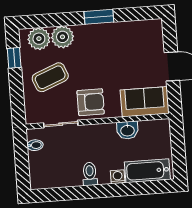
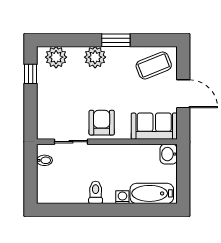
plant: (62, 37) -> (95, 57), moved
coffee table: (50, 77) -> (154, 65), moved
armchair: (91, 102) -> (102, 123), turned -90
washbasin: (127, 130) -> (169, 154), moved, turned 90

